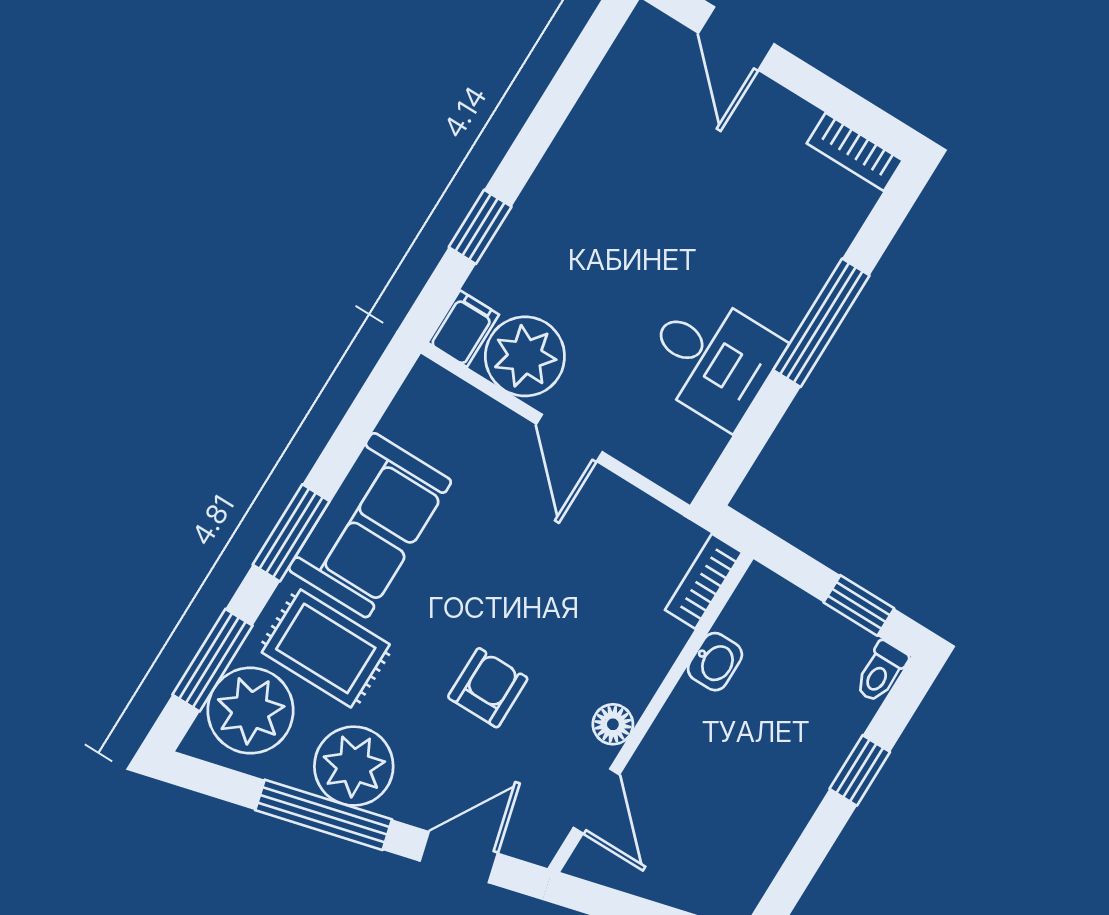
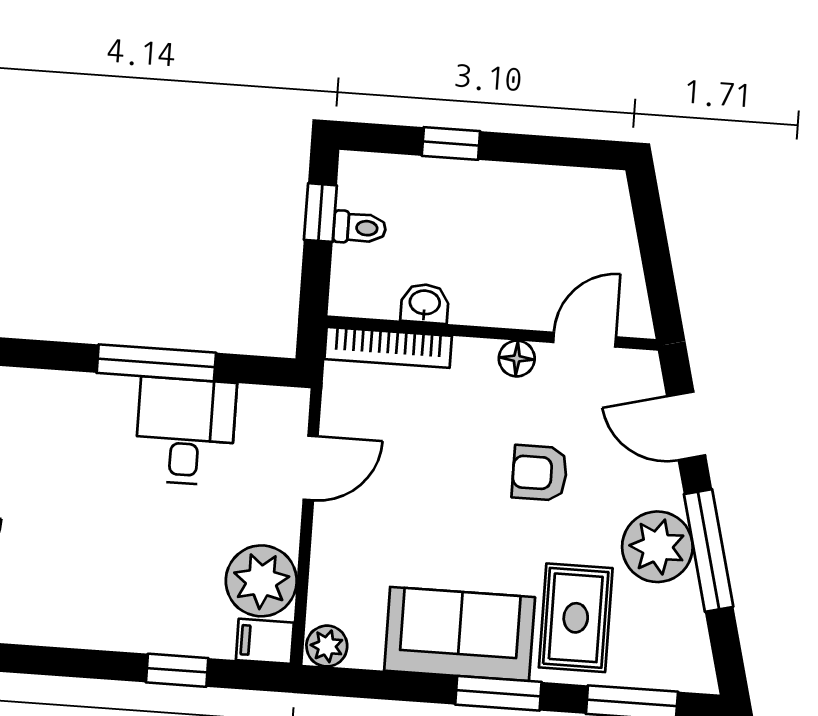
window: (821, 323) -> (156, 363), moved
door: (569, 438) -> (311, 468), moved
bookcase: (704, 581) -> (388, 347), width x1.56
toilet: (881, 672) -> (360, 228), moved
plant: (250, 711) -> (327, 646), moved, width x0.53, depth x0.53

